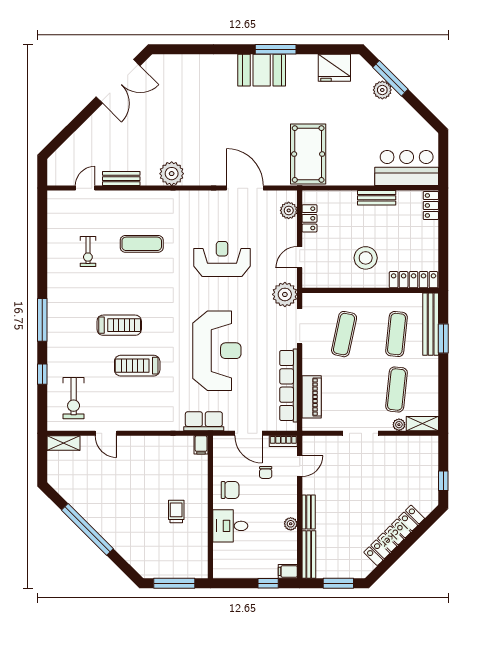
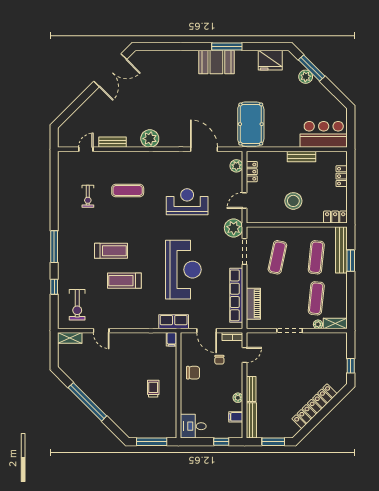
locker: (431, 205) -> (342, 176), moved
locker: (414, 280) -> (335, 217), width x0.66
desk: (230, 526) -> (193, 426), moved
filing cabinet: (288, 571) -> (236, 417), moved

